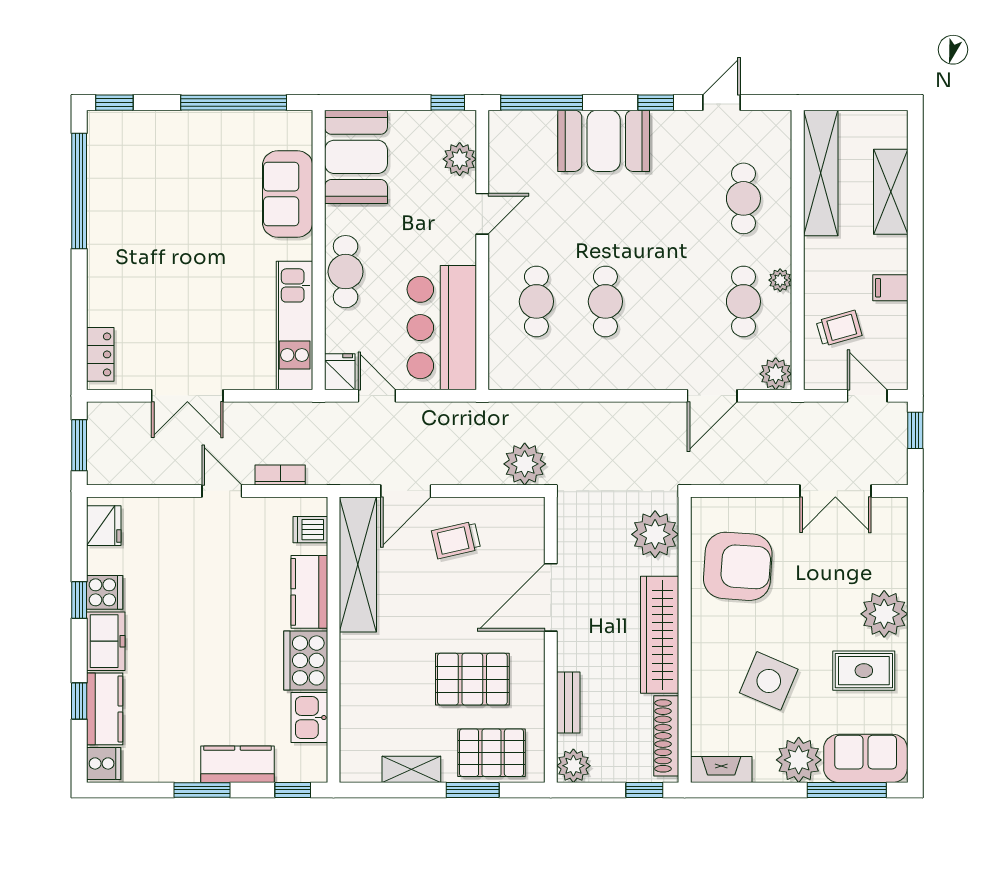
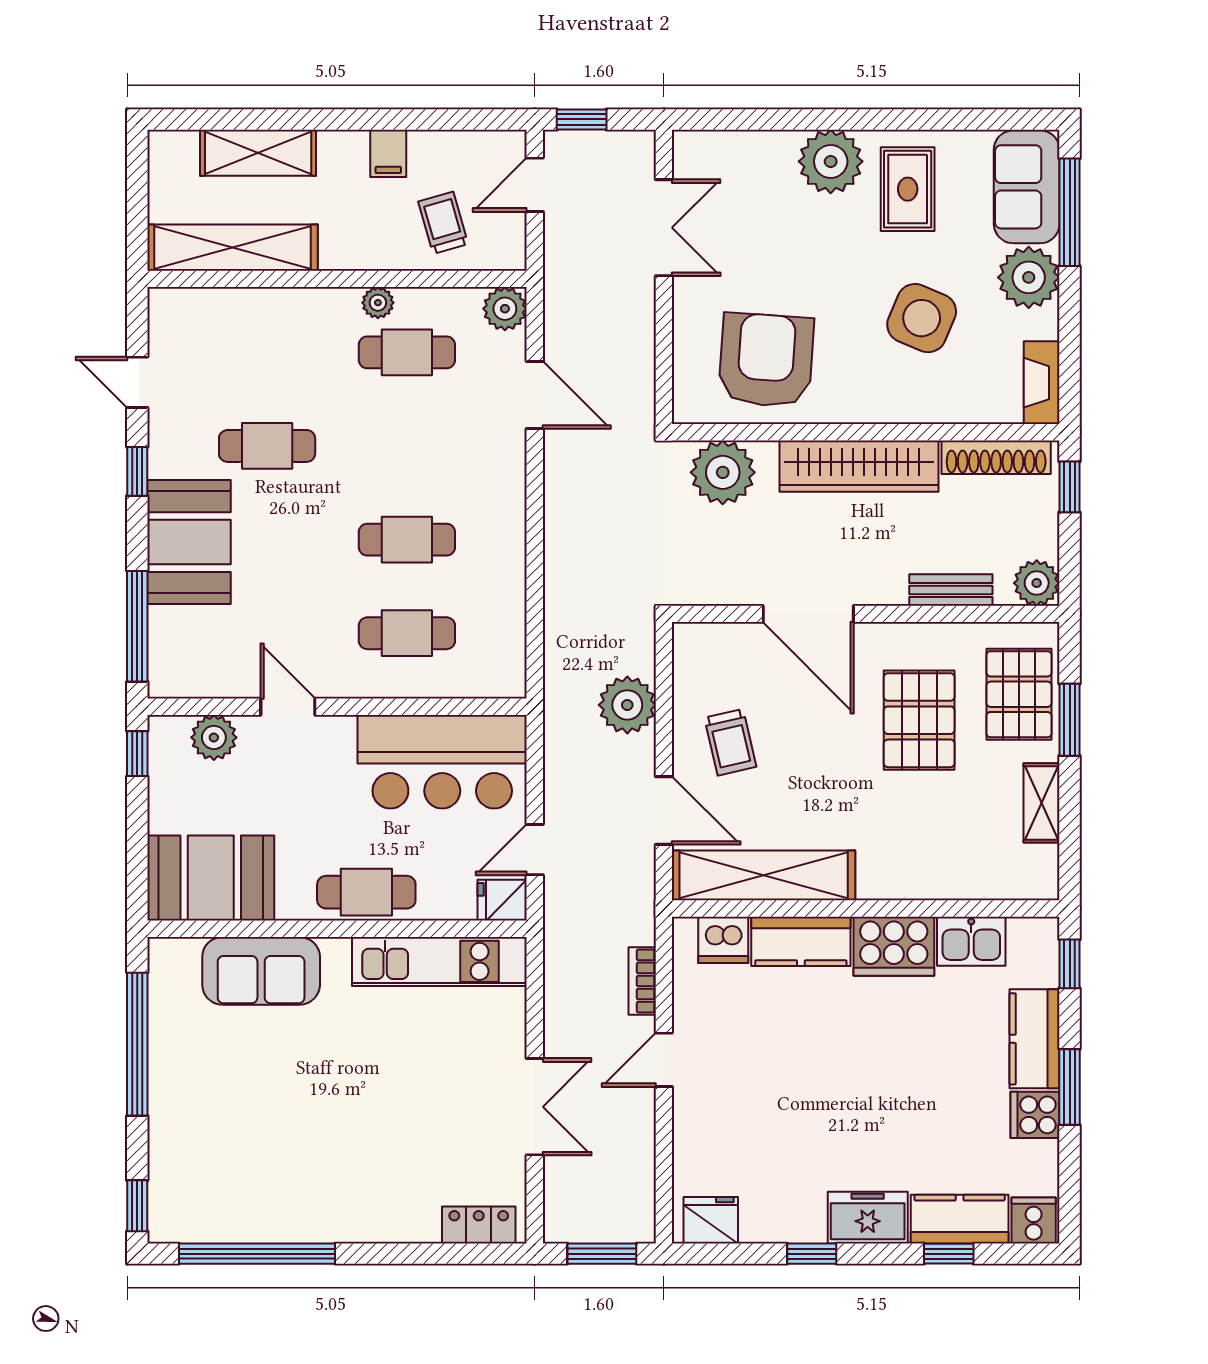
cafe table: (743, 198) -> (267, 446), moved
plant: (525, 464) -> (627, 705), moved
dishwasher: (310, 530) -> (723, 940), width x1.38
cooker: (105, 592) -> (1035, 1115), moved, turned -90

